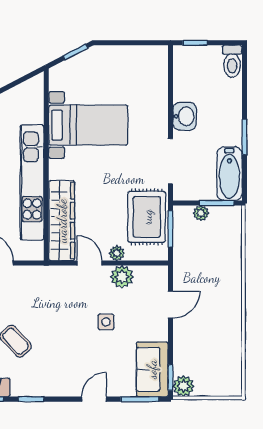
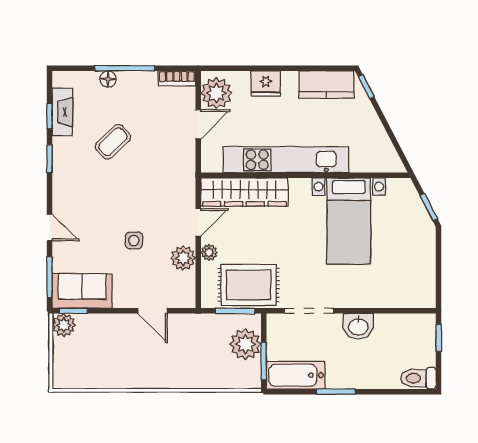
plant: (201, 213) -> (245, 344), width x1.88, depth x1.88

